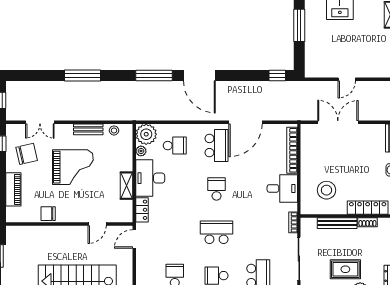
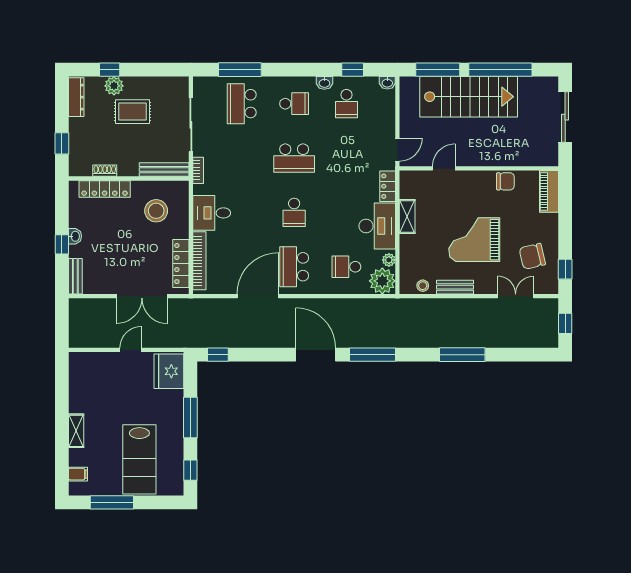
fridge: (316, 62) -> (169, 371), added
locker: (307, 148) -> (181, 264), added
piano: (13, 189) -> (549, 191), moved
bench: (337, 223) -> (164, 170), moved

